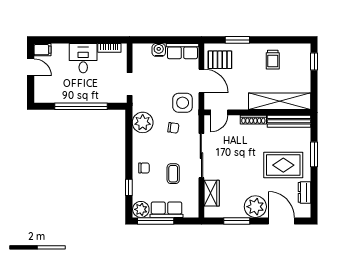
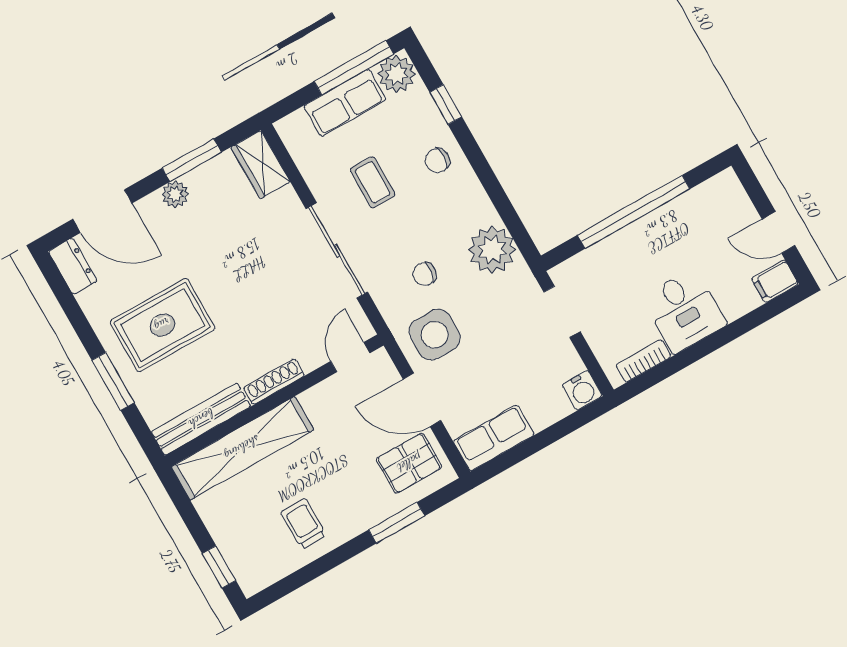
water cooler: (159, 50) -> (582, 390), moved
dresser: (304, 192) -> (73, 266), moved
wardrobe: (212, 193) -> (260, 165), moved
plant: (255, 207) -> (175, 194), width x0.53, depth x0.53

